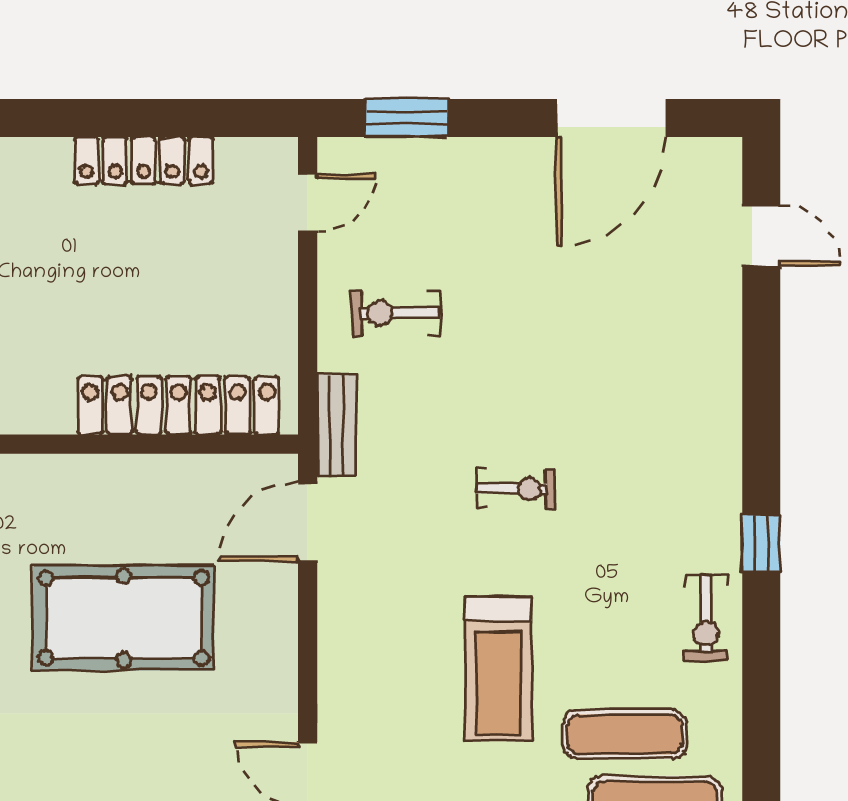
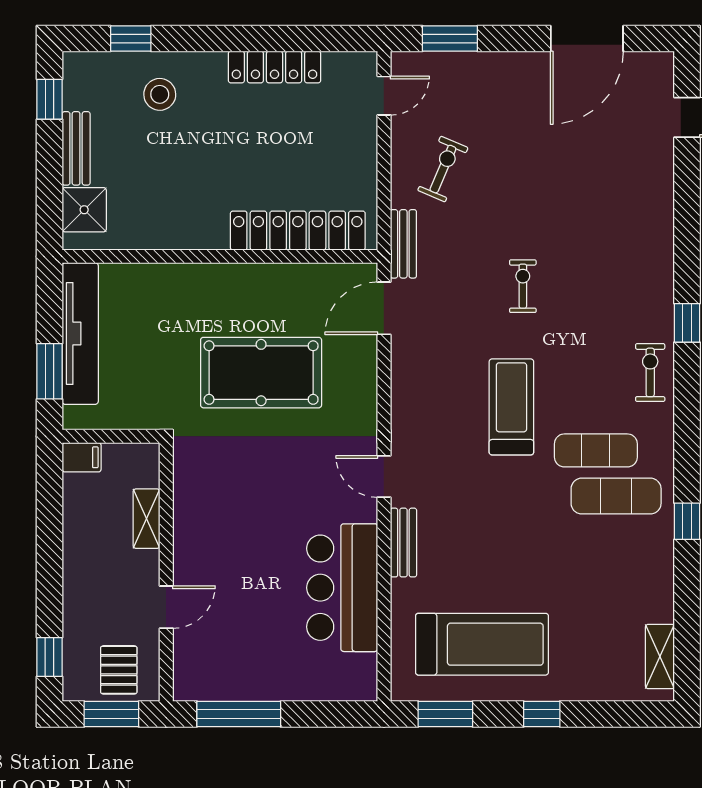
exercise bike: (396, 313) -> (443, 169), turned 113
exercise bike: (515, 489) -> (523, 286), turned -90
exercise bike: (706, 618) -> (650, 372), turned 180
treadmill: (498, 669) -> (511, 407), turned 180

